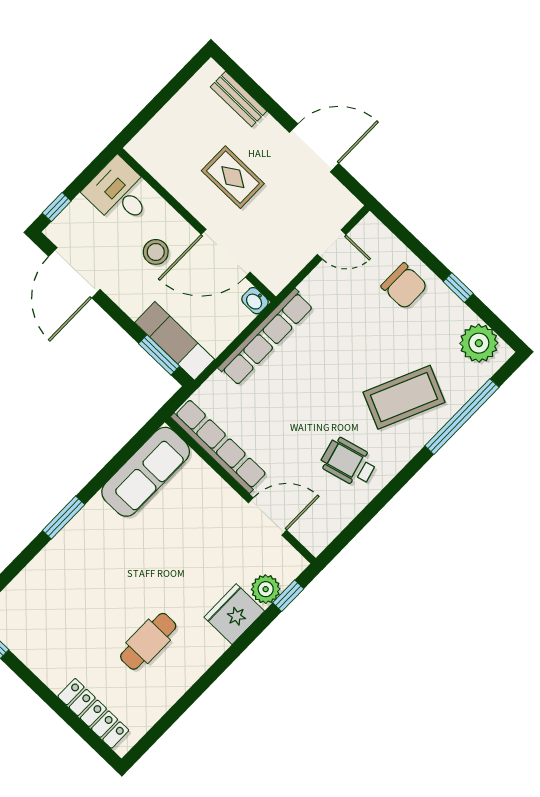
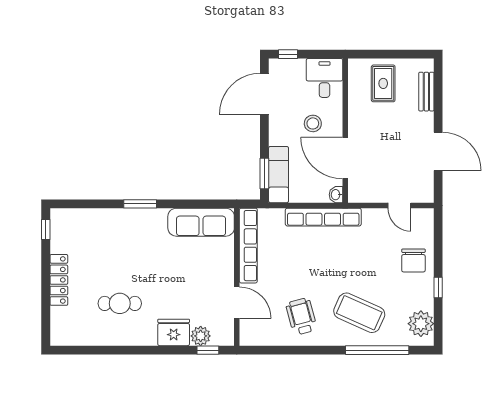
rug: (233, 177) -> (383, 83), moved
locker: (93, 713) -> (59, 280), moved

